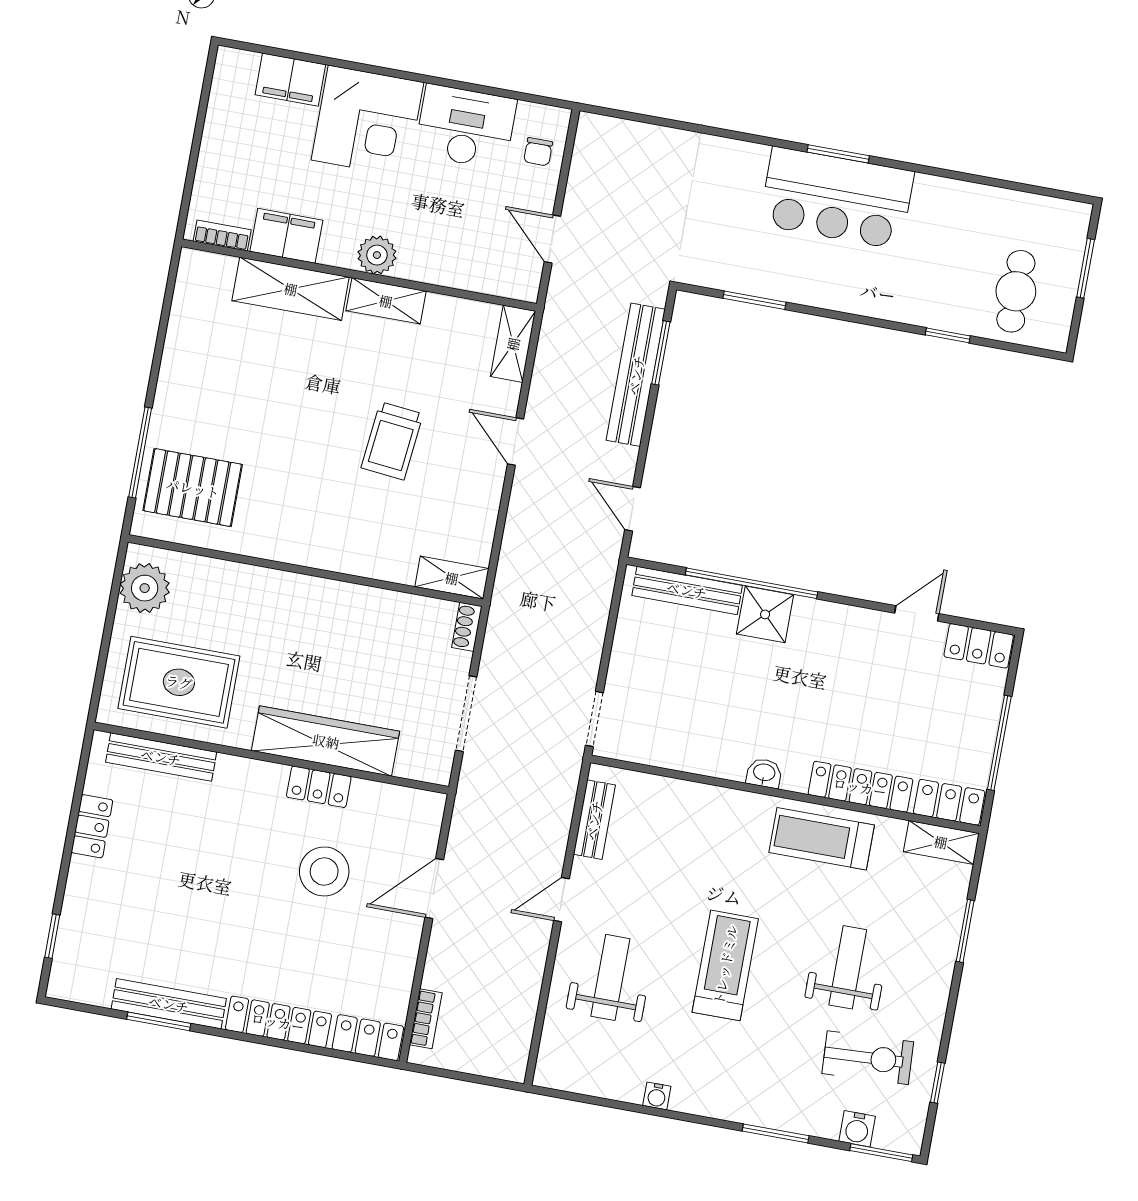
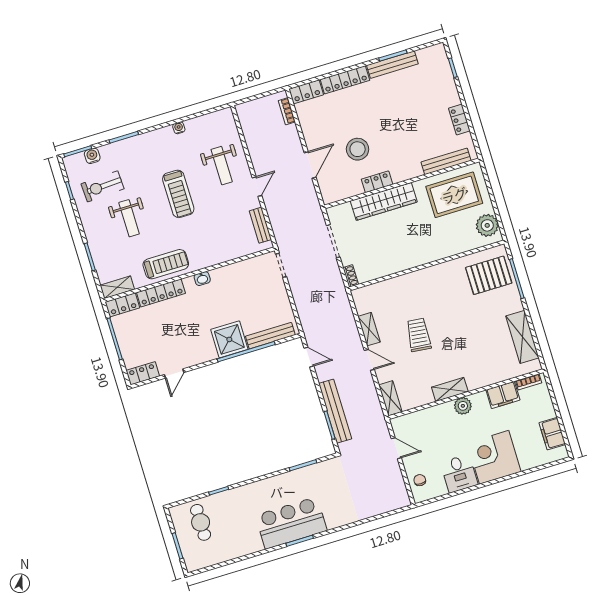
filing cabinet: (290, 80) -> (552, 434), moved, turned -90
desk: (466, 127) -> (459, 474), width x0.73
shelving: (291, 289) -> (522, 337), moved, turned 90
shelving: (452, 578) -> (369, 329), moved, turned 90
shower: (765, 614) -> (229, 339), width x1.36, depth x1.36

